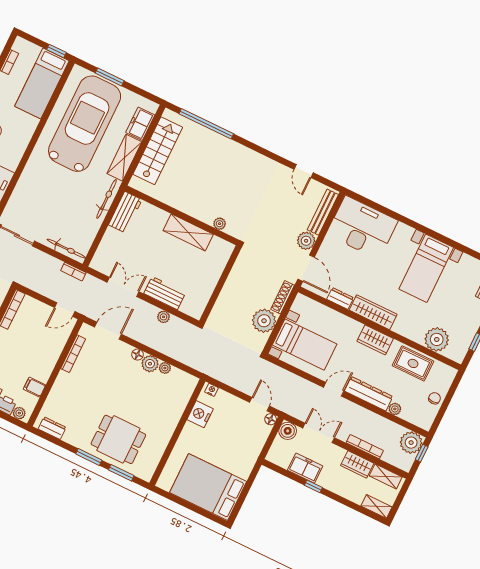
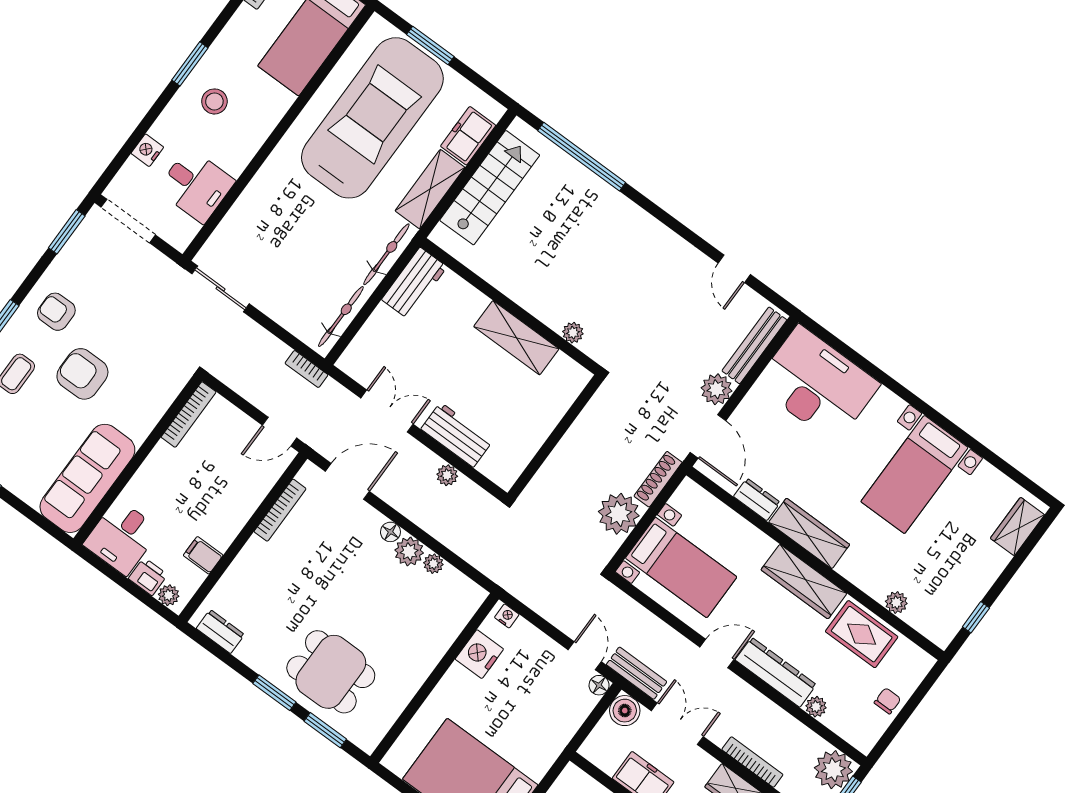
bicycle: (66, 249) -> (341, 317), moved, turned -90
plant: (437, 339) -> (896, 602), width x0.53, depth x0.53
wardrobe: (375, 340) -> (804, 582), width x1.50
bench: (290, 409) -> (637, 673), added

